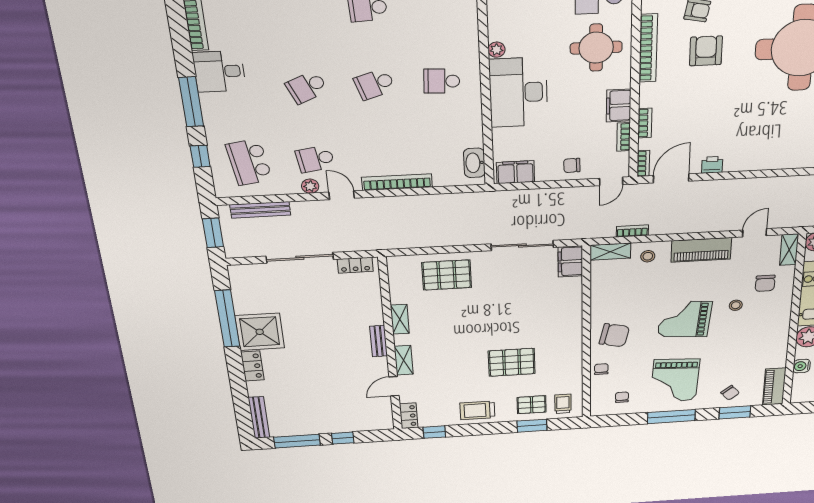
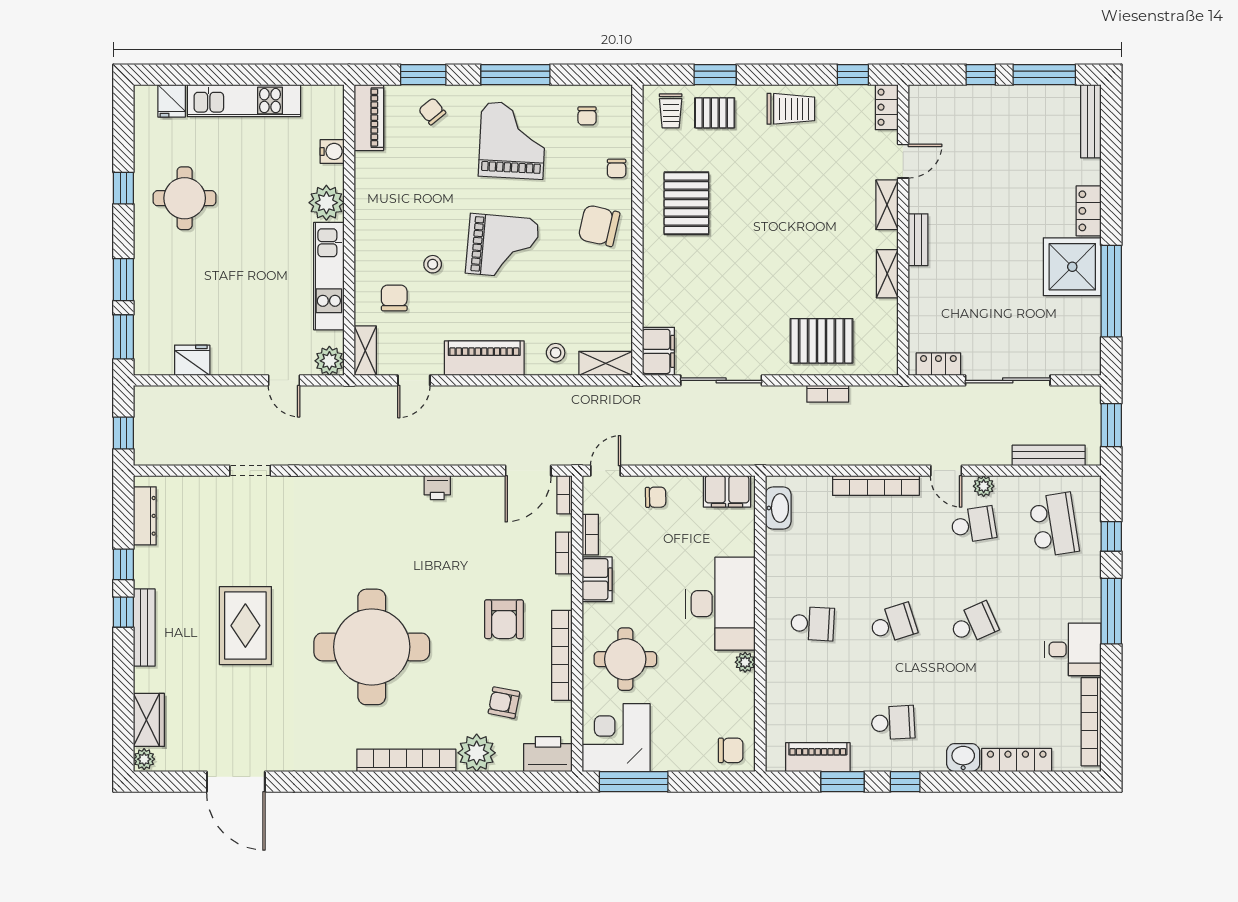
armchair: (706, 51) -> (504, 619), moved
printer: (712, 165) -> (437, 488), moved
bookcase: (632, 231) -> (828, 394), moved
pallet: (512, 362) -> (686, 203), moved, turned 90

